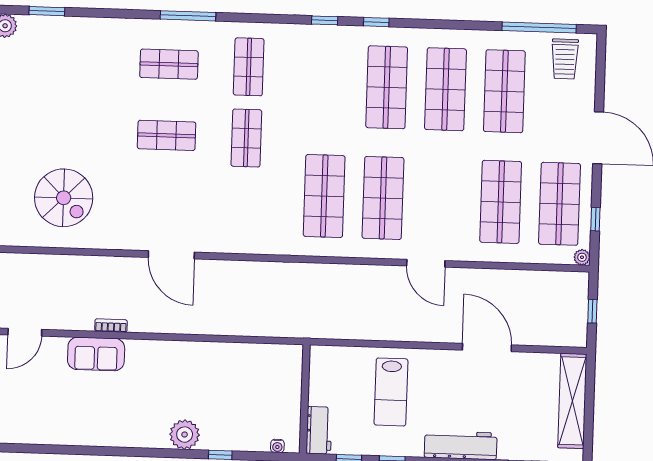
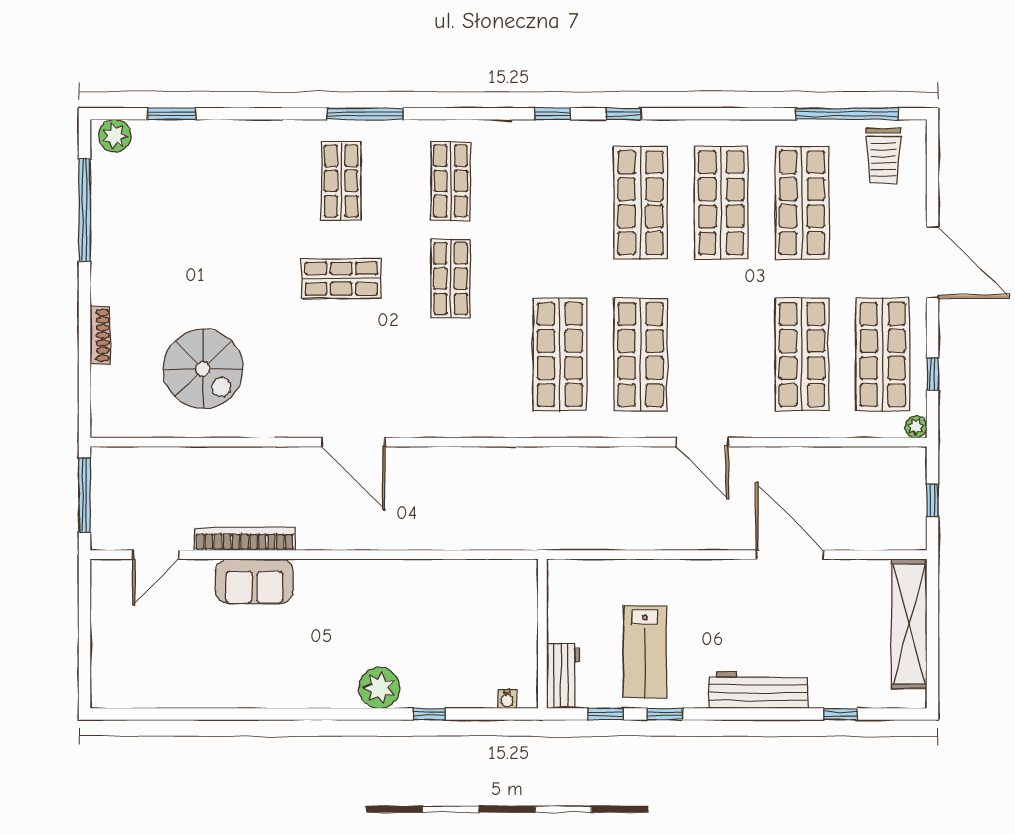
shop shelf: (169, 64) -> (341, 181), turned 90
bookcase: (111, 326) -> (245, 539), width x2.31, depth x1.31
lab bench: (391, 392) -> (645, 652), moved

